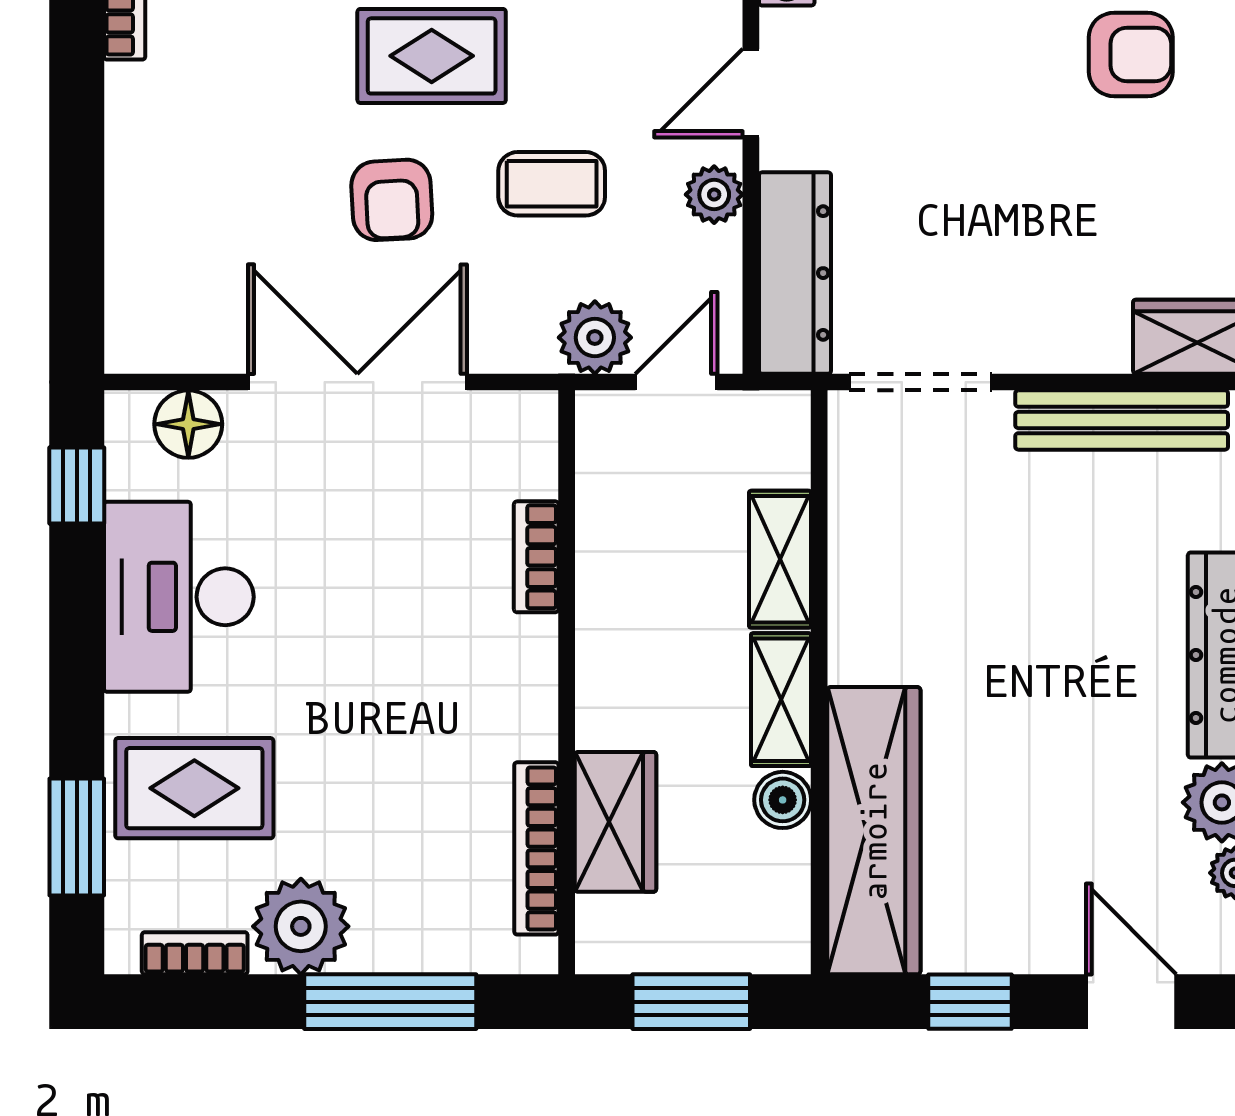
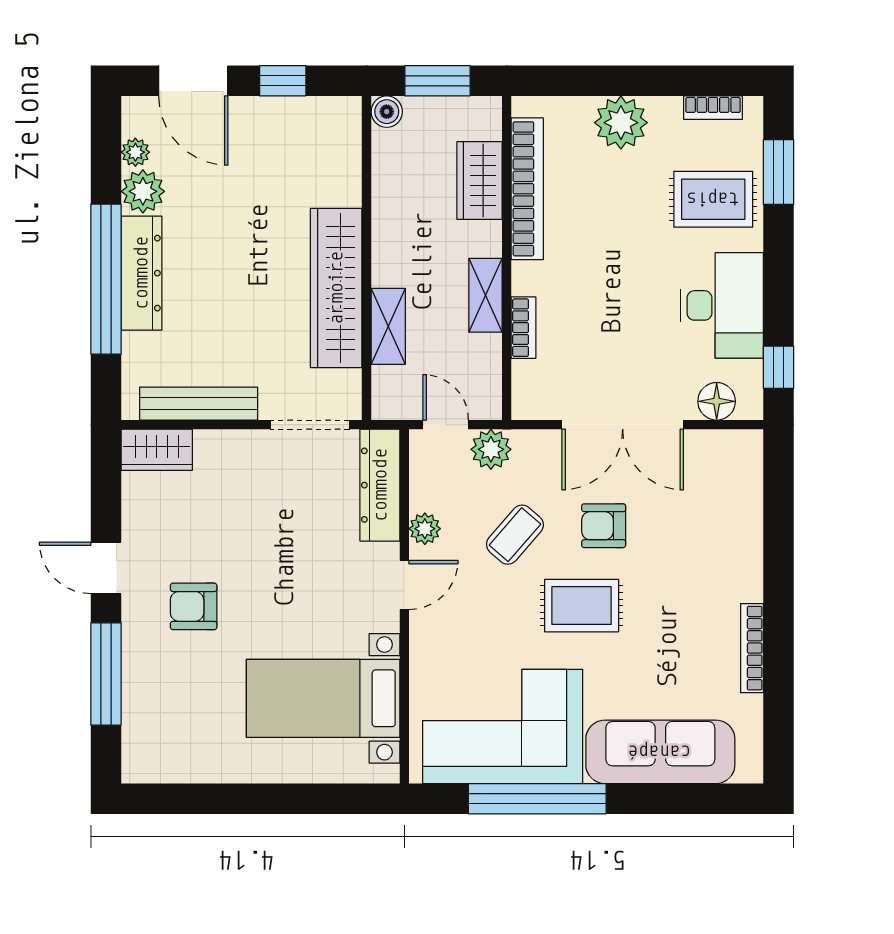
coffee table: (552, 184) -> (515, 535), turned -49
armchair: (392, 200) -> (604, 526), turned -87
door: (676, 382) -> (446, 425), swing flipped
shelving: (781, 700) -> (485, 295), moved
boiler: (783, 800) -> (387, 112), moved
wardrobe: (874, 831) -> (336, 288), moved
bookcase: (536, 848) -> (527, 189), width x1.48, depth x1.31
plant: (301, 926) -> (621, 123), moved
window: (390, 1002) -> (605, 81), removed
door: (1131, 1002) -> (193, 81), width x1.38

